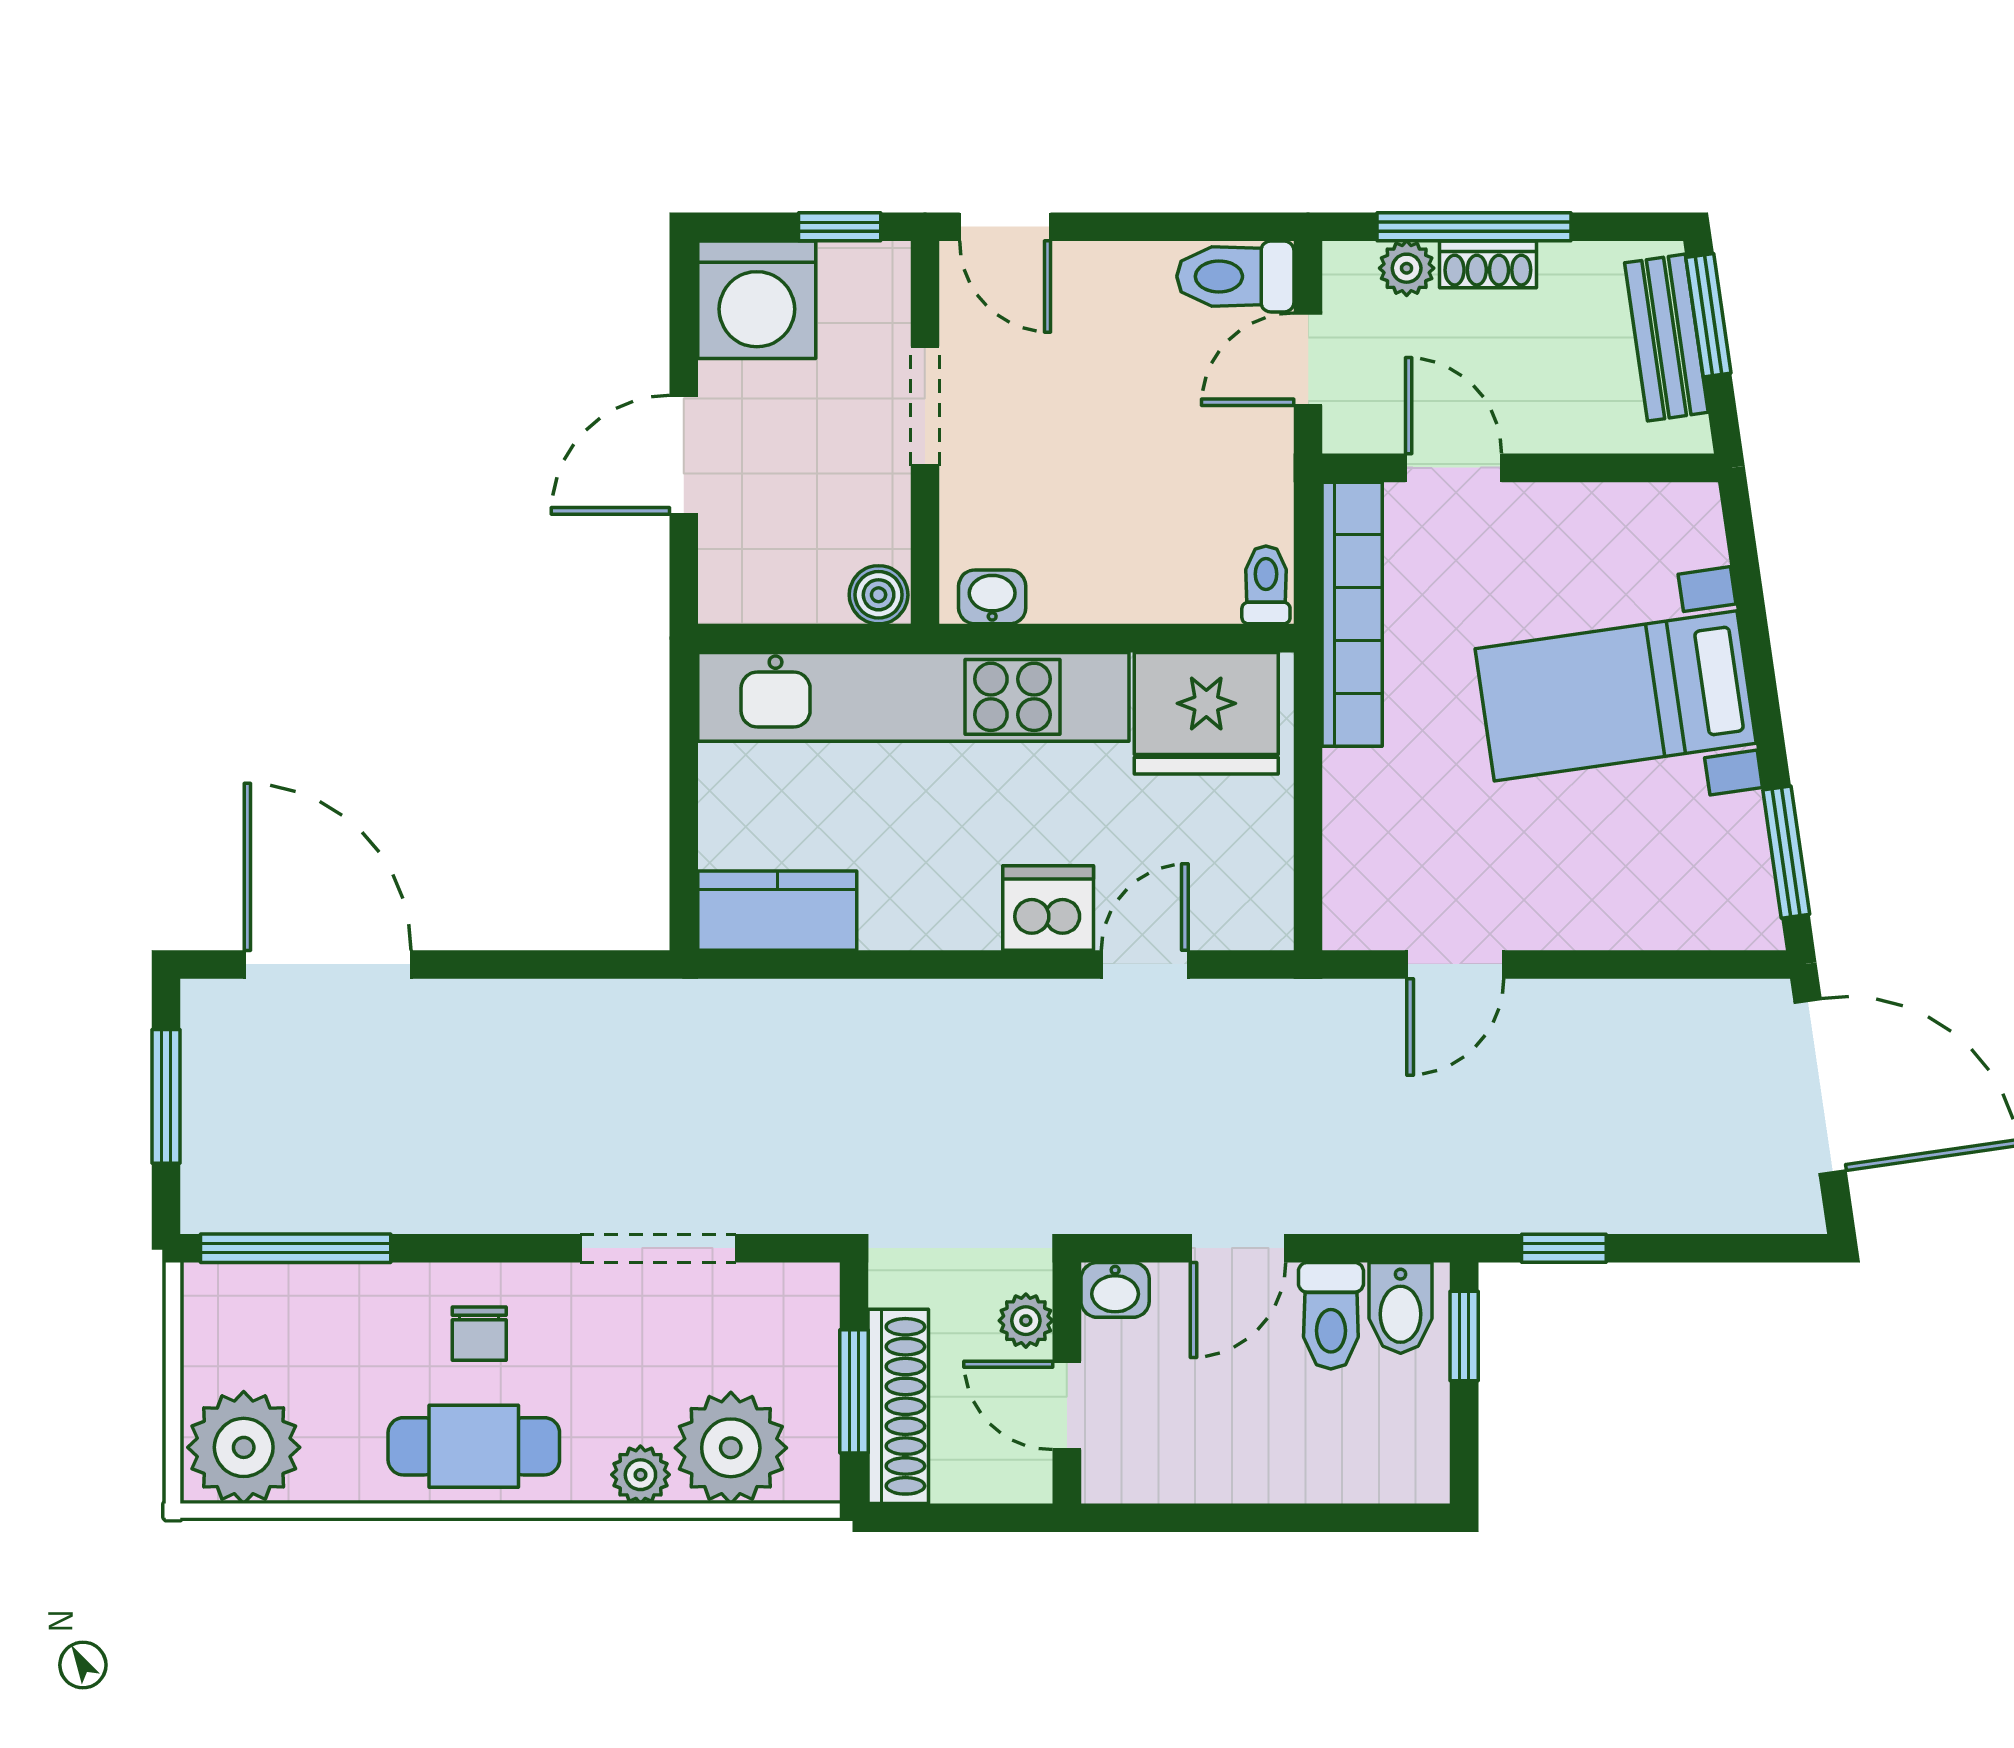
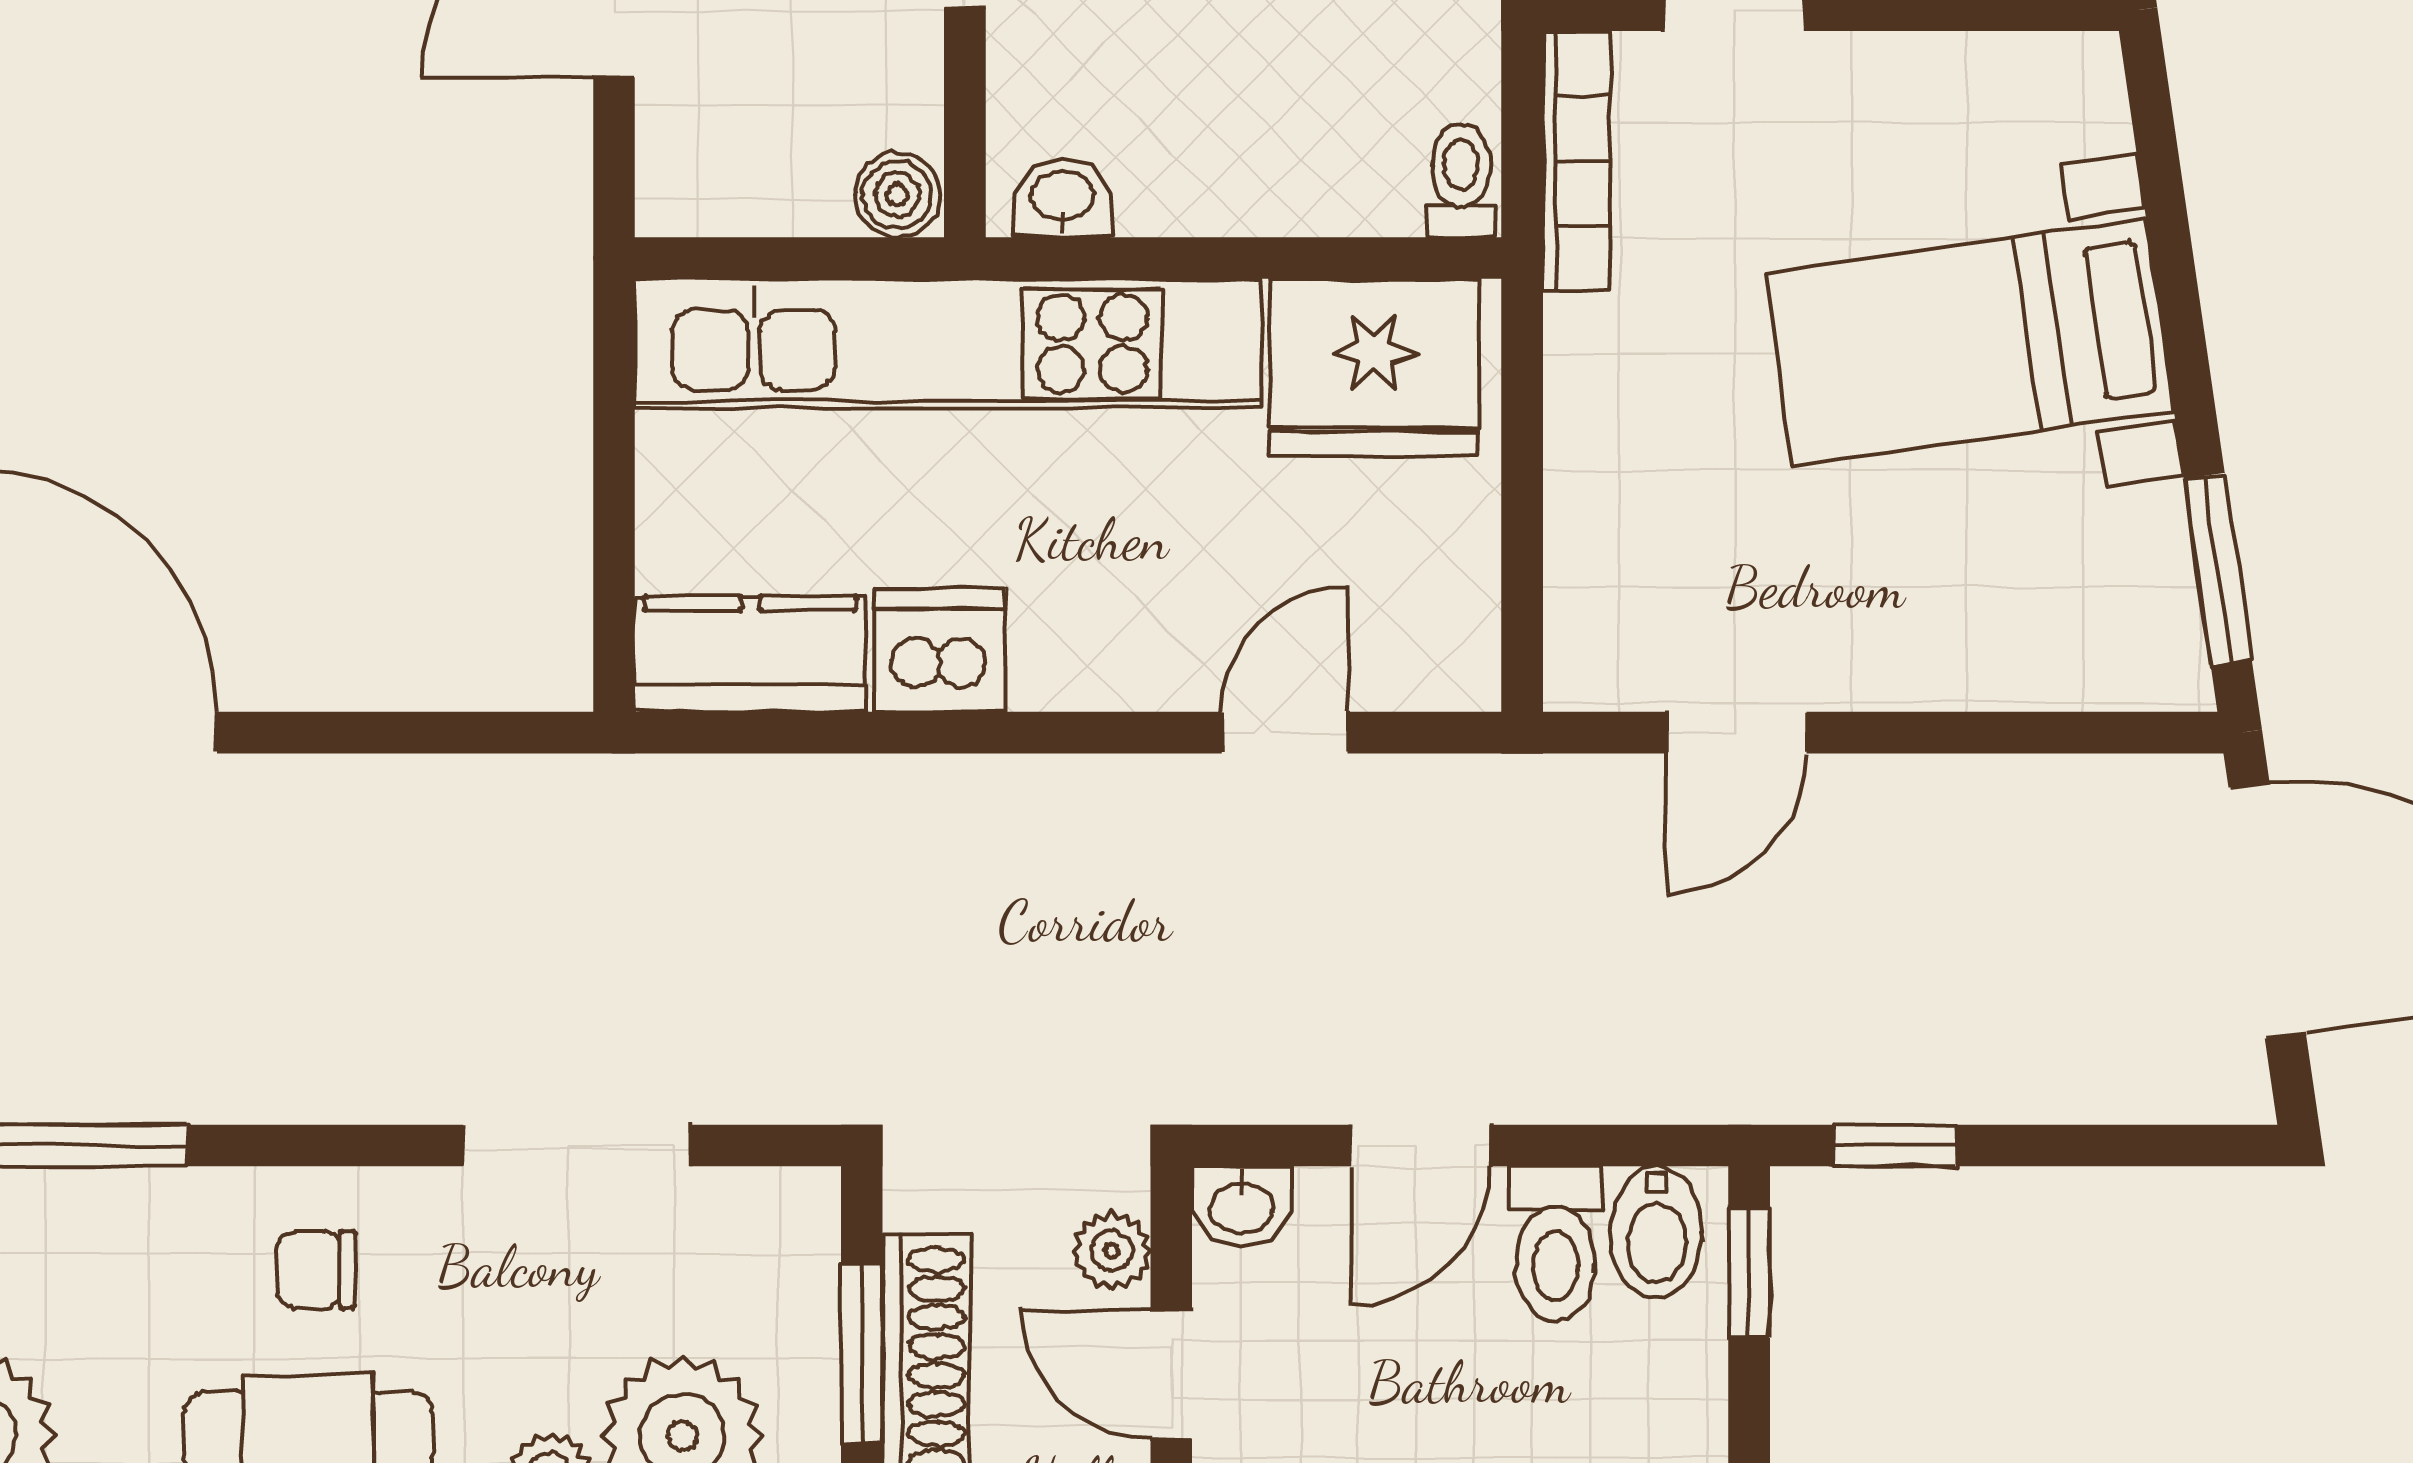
bookcase: (1352, 614) -> (1576, 161), width x0.68, depth x0.76
dishwasher: (1048, 908) -> (940, 650), moved
chair: (479, 1334) -> (316, 1270), turned 90

